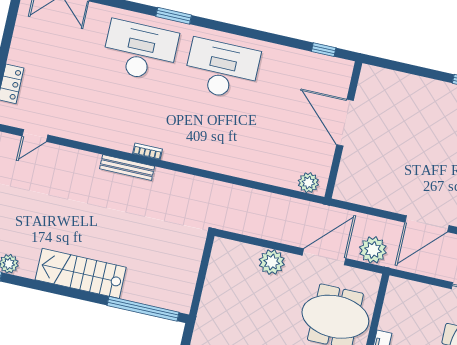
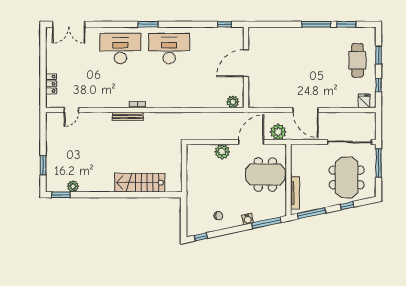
window: (174, 16) -> (148, 24), moved
door: (345, 123) -> (246, 63), hinge flipped
door: (427, 224) -> (305, 110), hinge flipped
stairs: (81, 273) -> (140, 183), moved
window: (143, 309) -> (155, 195), removed

